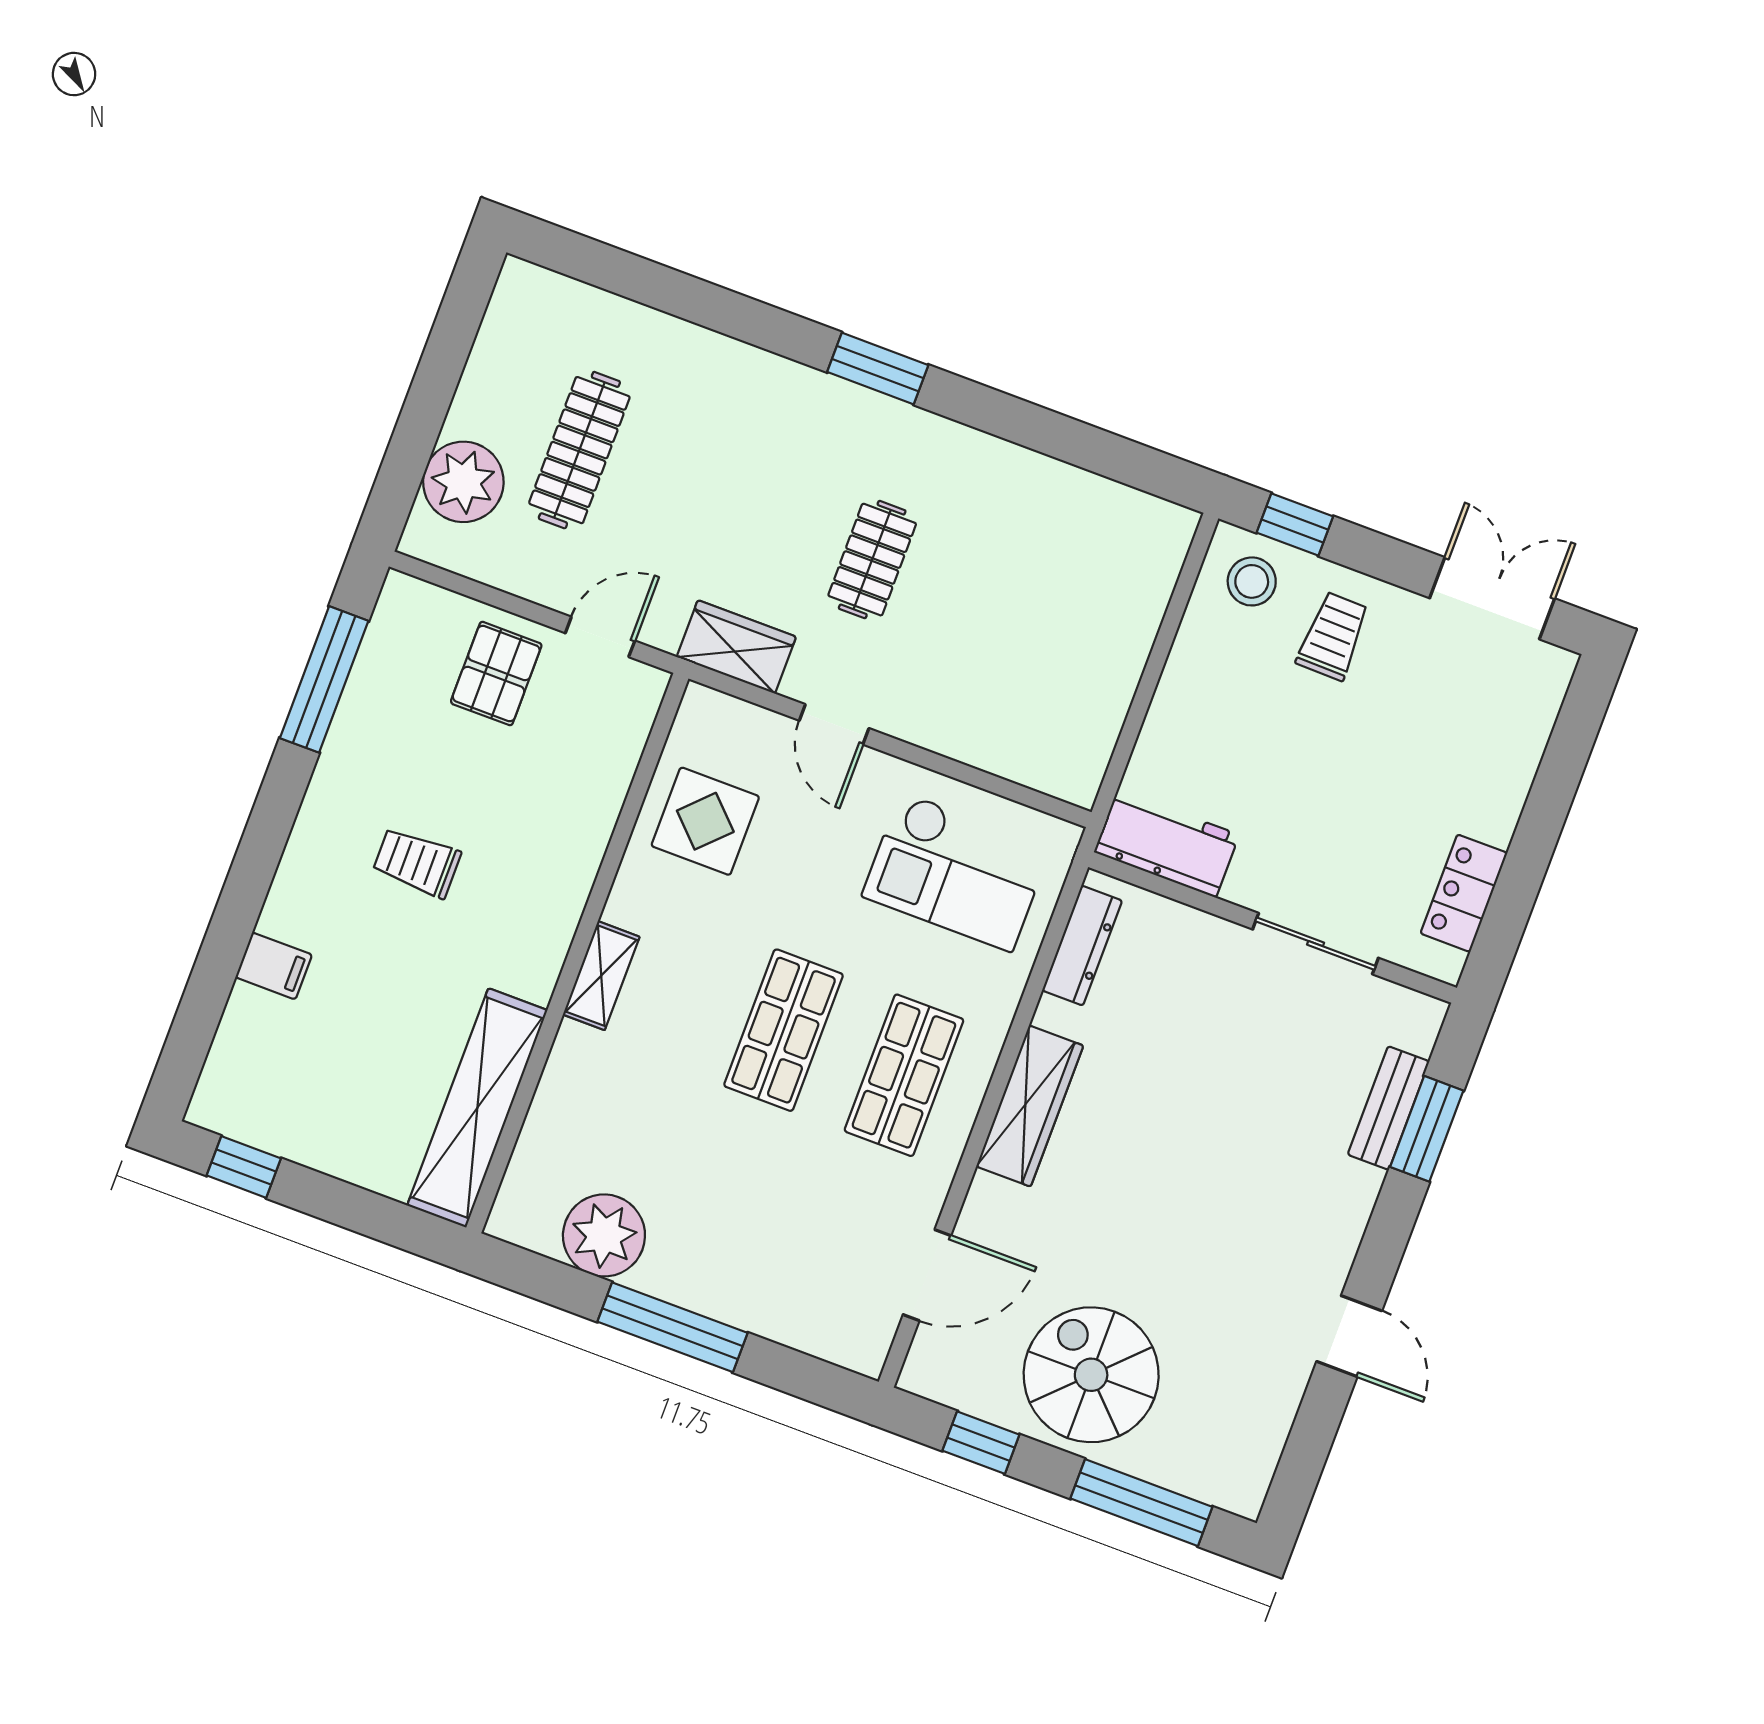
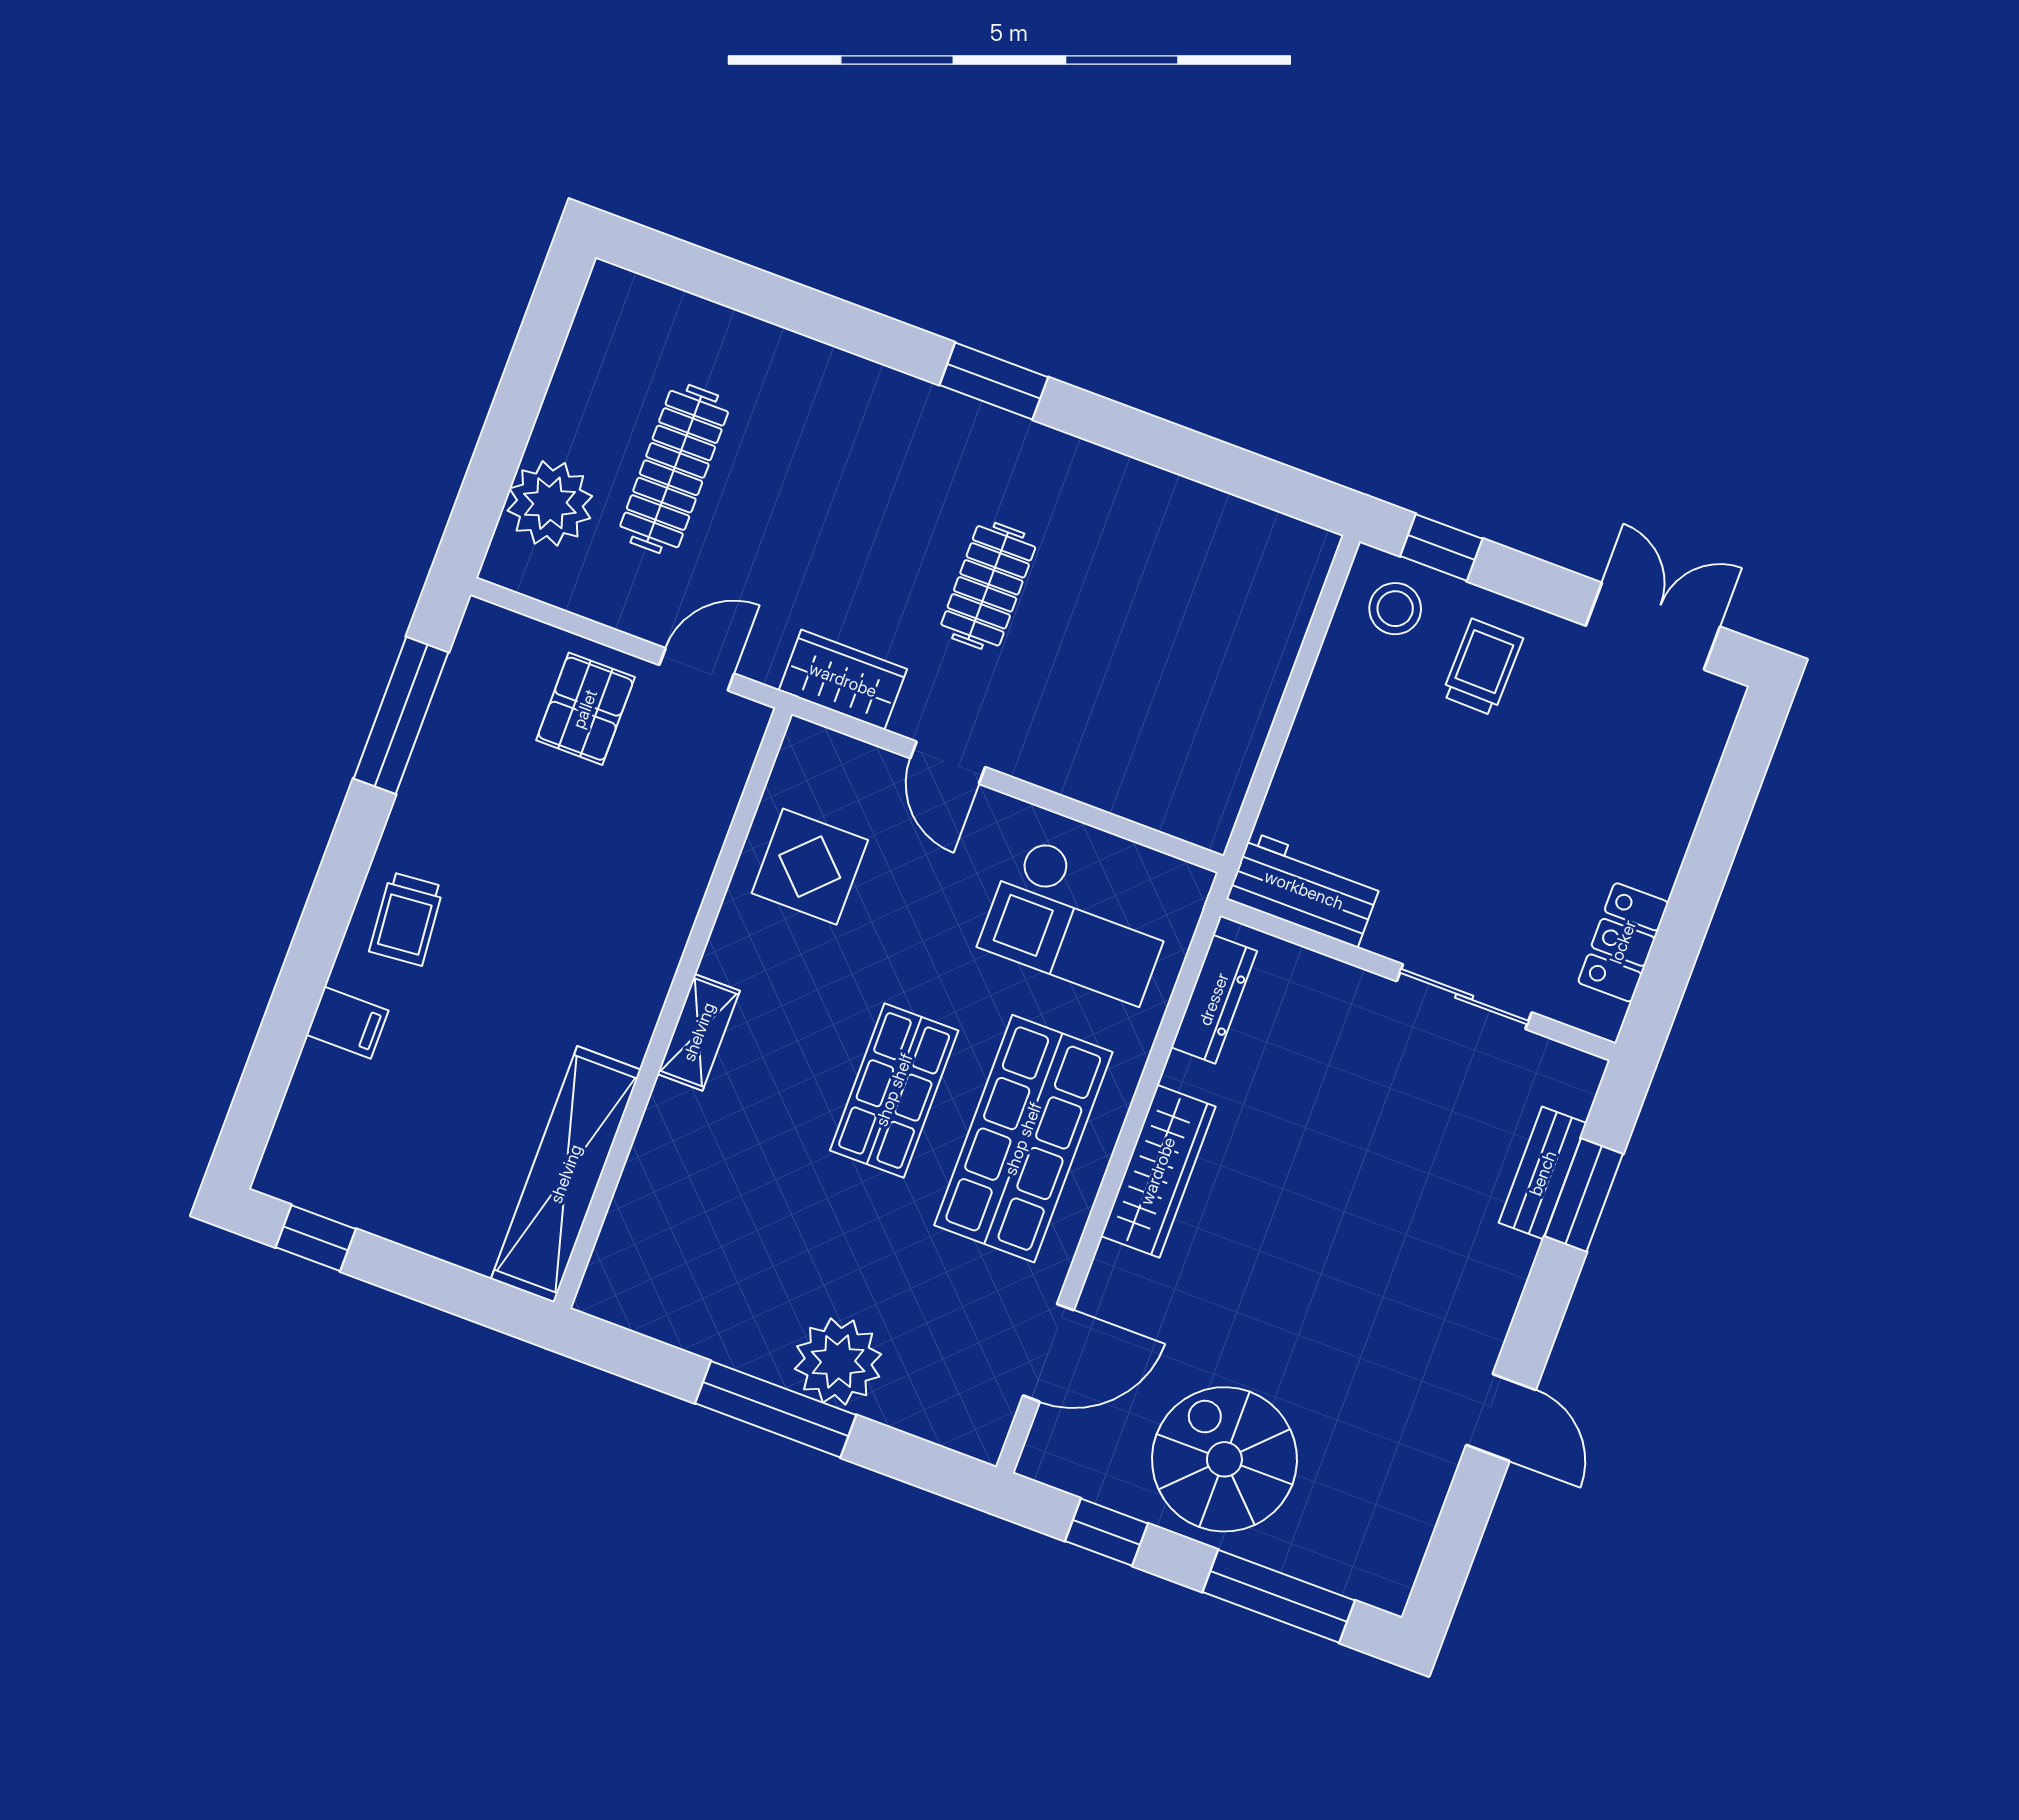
trolley: (417, 862) -> (406, 919), moved, turned -95
shop shelf: (904, 1075) -> (1023, 1139), width x1.43, depth x1.36
plant: (604, 1235) -> (838, 1362), moved

